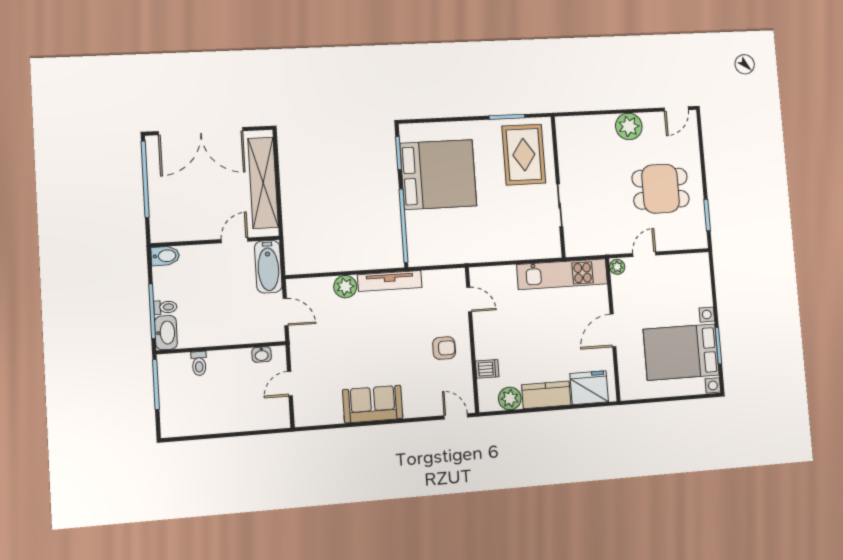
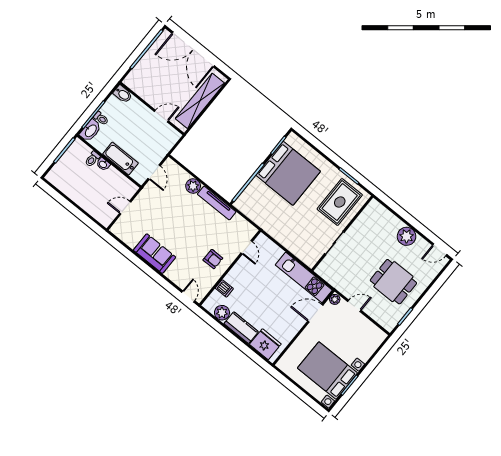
bathtub: (268, 267) -> (120, 159), moved, turned 90
door: (613, 330) -> (315, 313), moved
washbasin: (262, 354) -> (103, 164), moved

